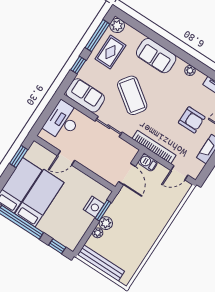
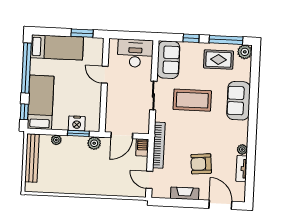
plant: (190, 70) -> (242, 149), moved
coffee table: (132, 95) -> (192, 100), turned 54
armchair: (192, 120) -> (201, 164), turned 85
bed: (39, 198) -> (41, 102), moved, turned -90
plant: (106, 223) -> (94, 143), moved

